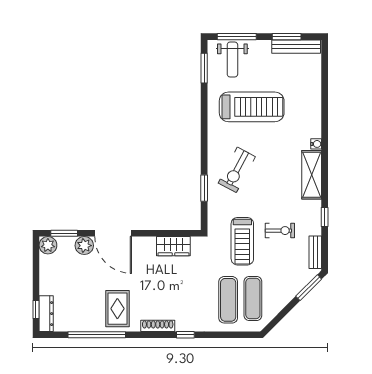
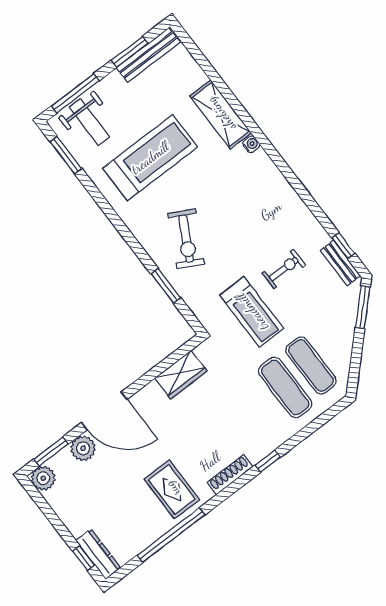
shelving: (312, 175) -> (221, 114), moved
window: (325, 217) -> (343, 246), moved

